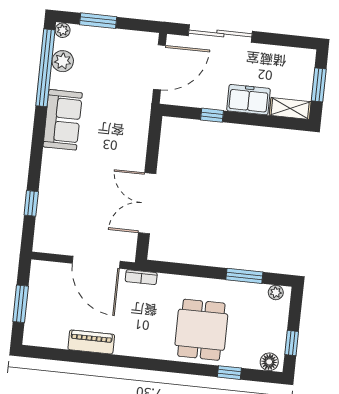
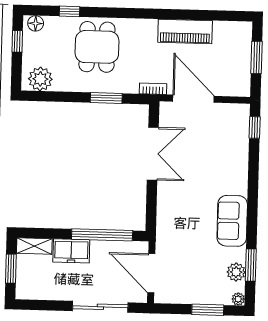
door: (159, 67) -> (151, 273), hinge flipped
window: (45, 68) -> (251, 265), width x0.47
window: (212, 115) -> (102, 235), width x3.17
window: (31, 203) -> (255, 127), moved
window: (244, 276) -> (106, 98), moved
plant: (276, 292) -> (40, 79), width x1.88, depth x1.88
piano: (91, 342) -> (185, 31), width x1.37, depth x1.33

